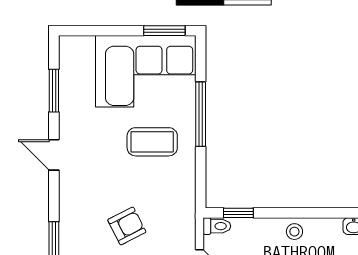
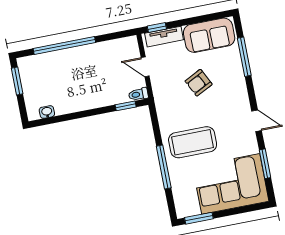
corner sofa: (146, 71) -> (231, 184), moved
coffee table: (152, 142) -> (193, 142), width x1.36, depth x1.32
stool: (294, 232) -> (86, 101), removed

